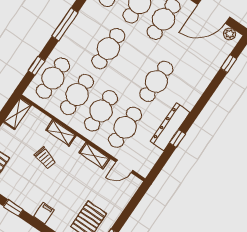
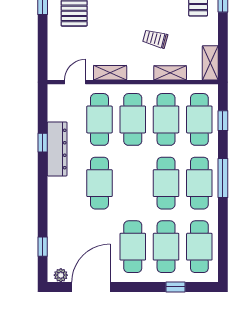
cafe table: (84, 32) -> (199, 183), added
shelving: (61, 133) -> (170, 73), moved

